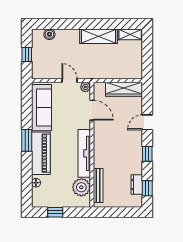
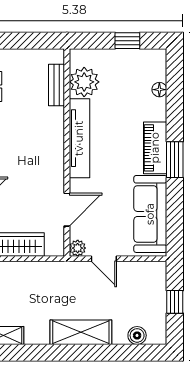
shelving: (98, 36) -> (81, 332), moved
door: (92, 110) -> (67, 210), swing flipped
piano: (41, 153) -> (155, 148), width x0.73, depth x0.75
bench: (98, 185) -> (56, 85), width x0.73

